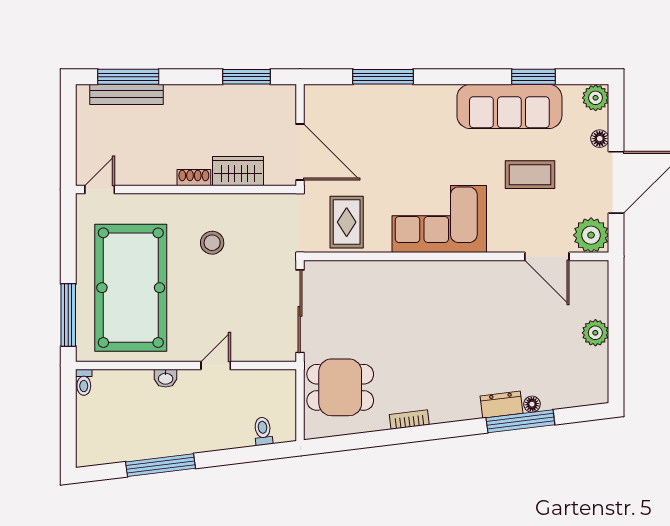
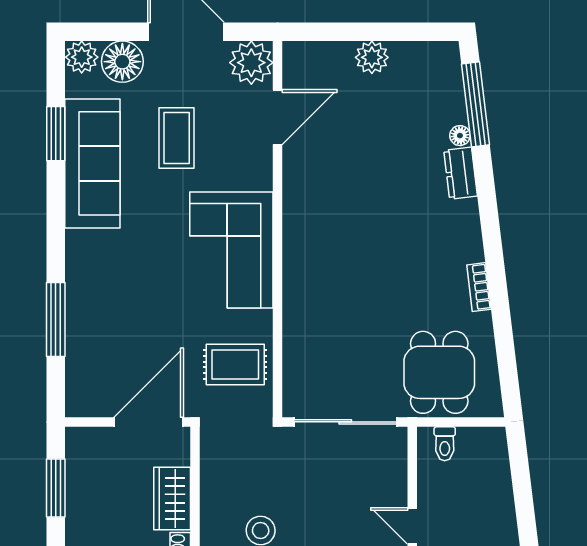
floor lamp: (600, 139) -> (122, 62), width x1.89, depth x1.89
window: (520, 421) -> (476, 104), moved
toilet: (263, 431) -> (445, 444), moved, turned -83

